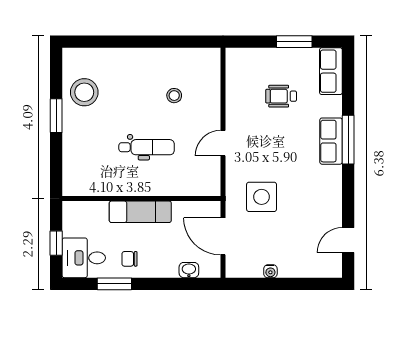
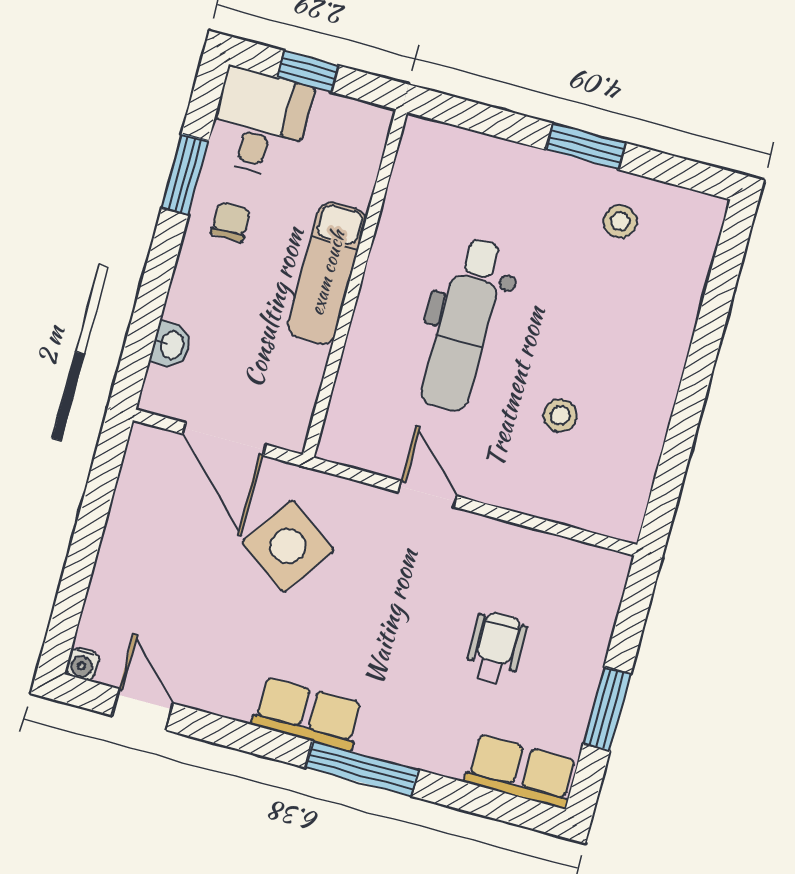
stool: (84, 92) -> (620, 221), width x0.53, depth x0.53
row of seats: (331, 141) -> (307, 714), moved
dental chair: (147, 147) -> (464, 325), width x1.36, depth x1.38
side table: (262, 197) -> (288, 546), turned 35
door: (223, 236) -> (224, 439), swing flipped
water cooler: (270, 271) -> (82, 664), moved, turned -90

